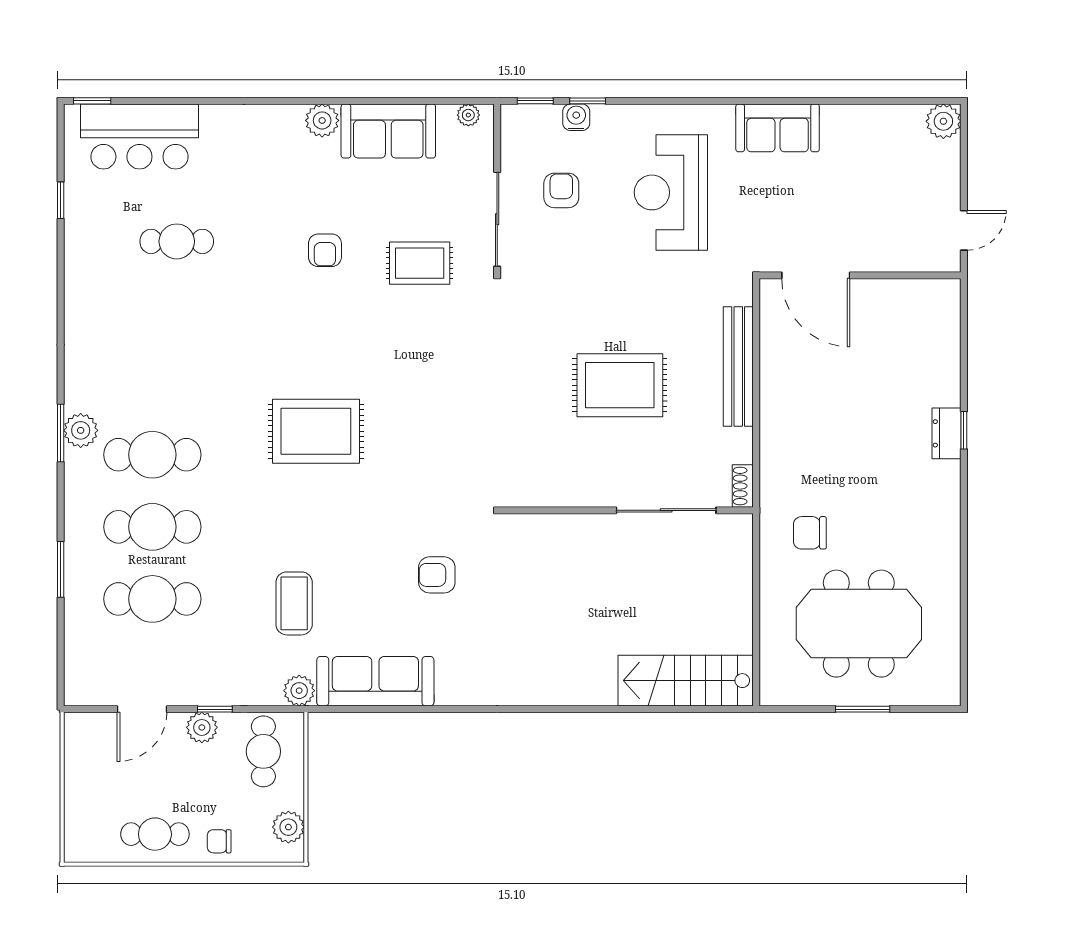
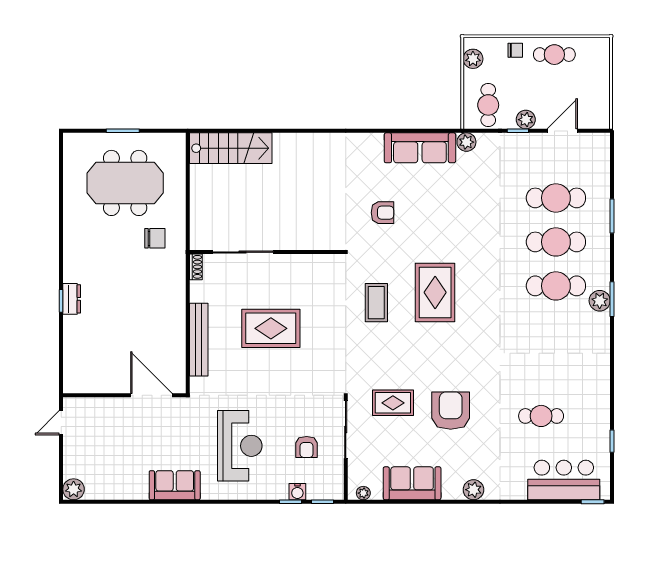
plant: (322, 120) -> (473, 490), moved
armchair: (325, 250) -> (451, 411), width x1.88, depth x1.88
rug: (316, 431) -> (435, 292), moved, turned 90
coffee table: (294, 603) -> (376, 303), moved

